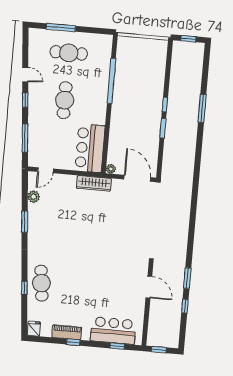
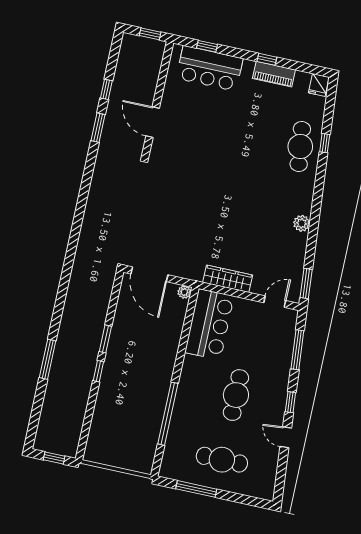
window: (61, 28) -> (196, 489), moved
wardrobe: (94, 183) -> (228, 279), moved
plant: (34, 197) -> (302, 223), moved
window: (25, 222) -> (306, 284), moved

